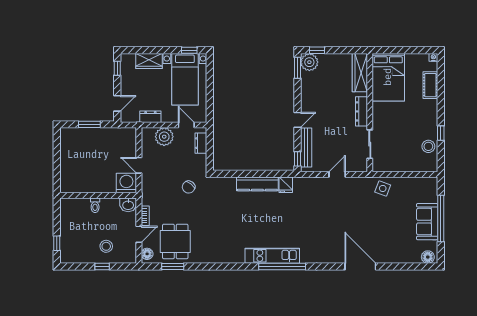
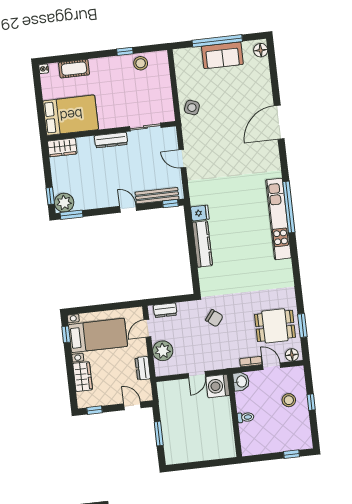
wardrobe: (360, 73) -> (62, 147), width x0.67
kitchen unit: (272, 256) -> (278, 219), width x1.36

